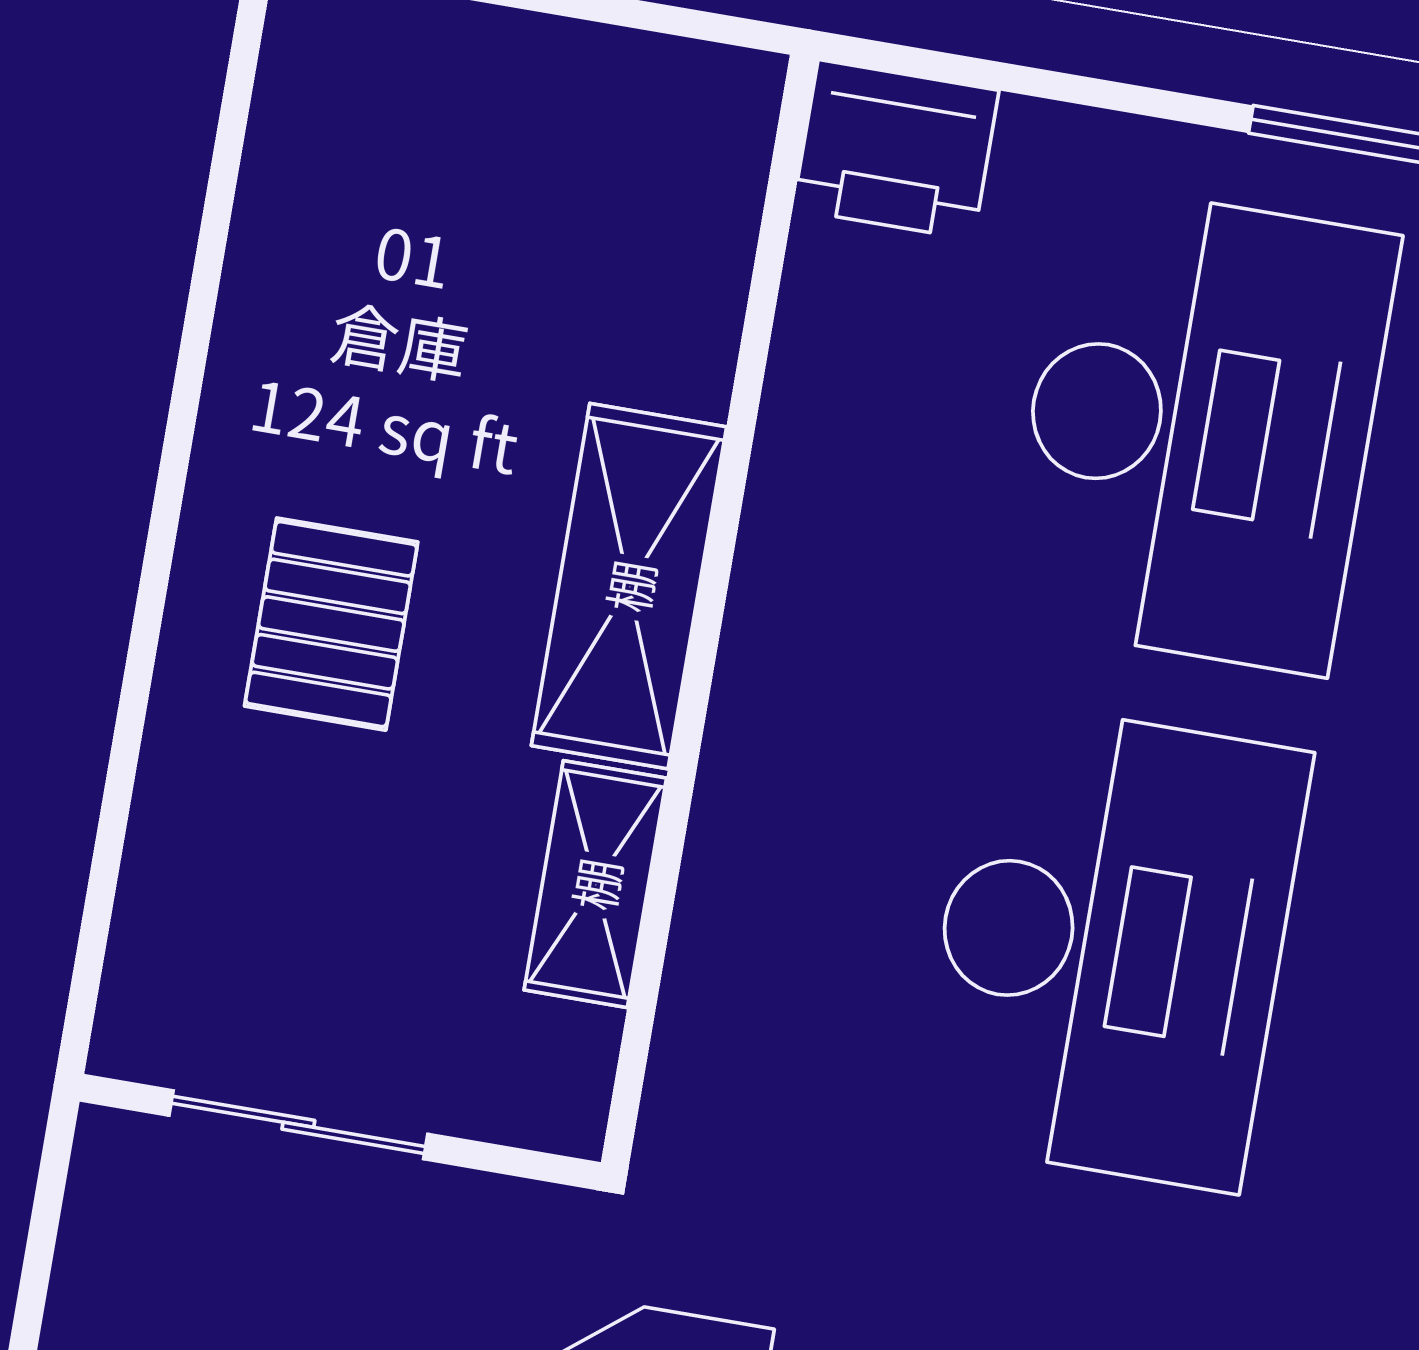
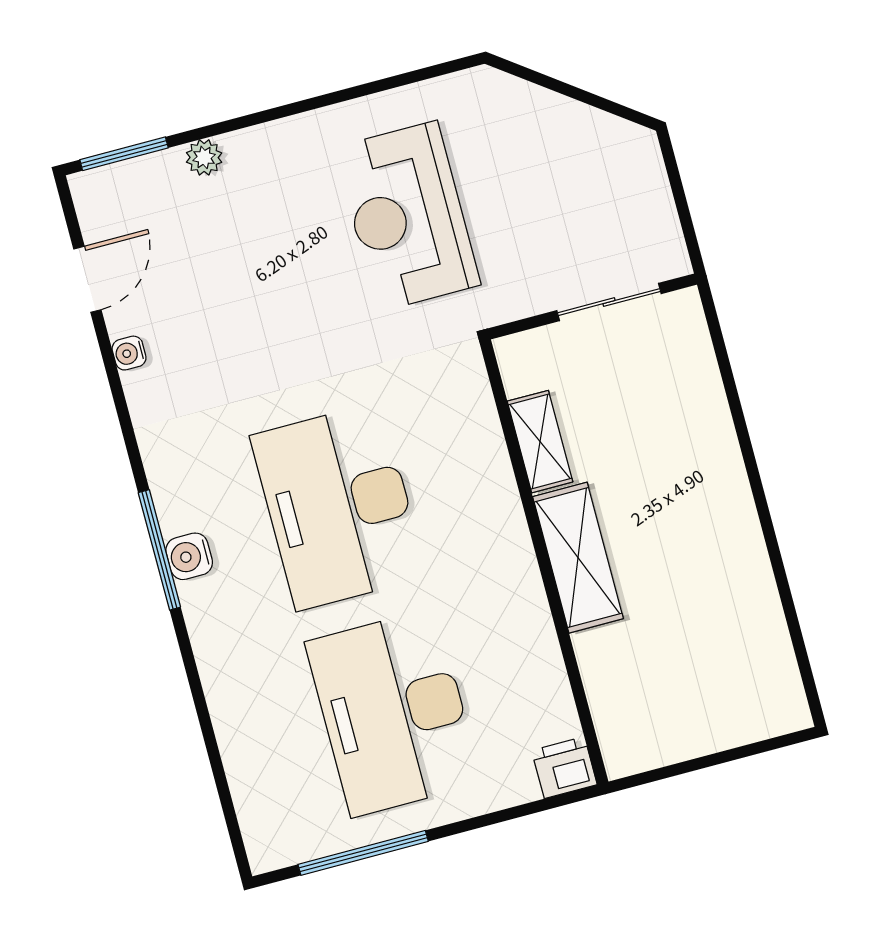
printer: (896, 150) -> (564, 768), width x0.73, depth x0.81
pallet: (331, 624) -> (682, 493), removed

